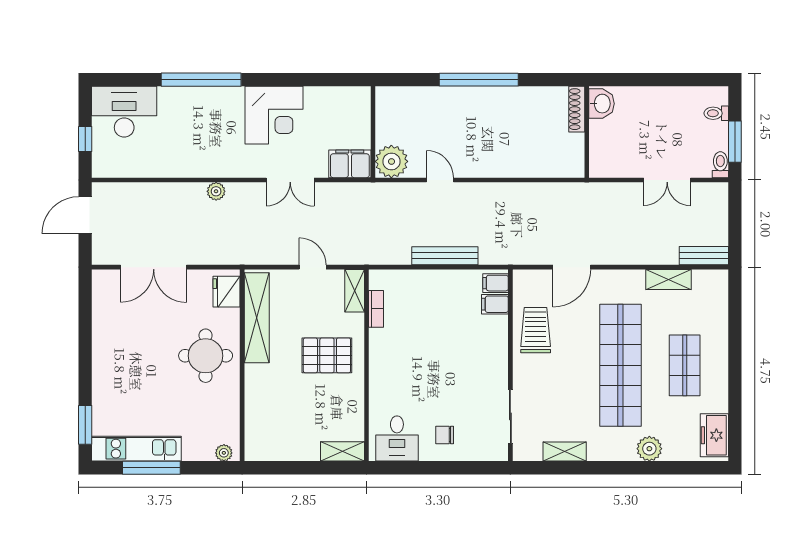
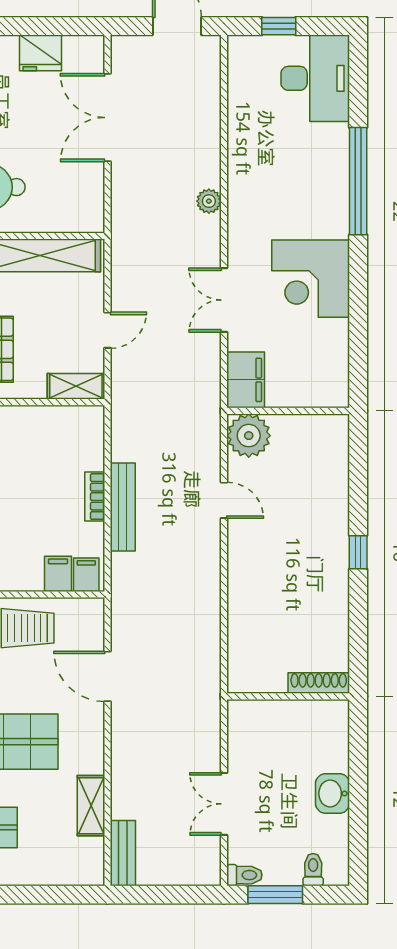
window: (479, 80) -> (358, 552), width x0.32
washbasin: (601, 104) -> (332, 793), moved, turned 90
door: (440, 180) -> (224, 500), hinge flipped
fridge: (227, 292) -> (41, 53), moved, turned 180
bookcase: (376, 309) -> (95, 497), moved, turned 90

